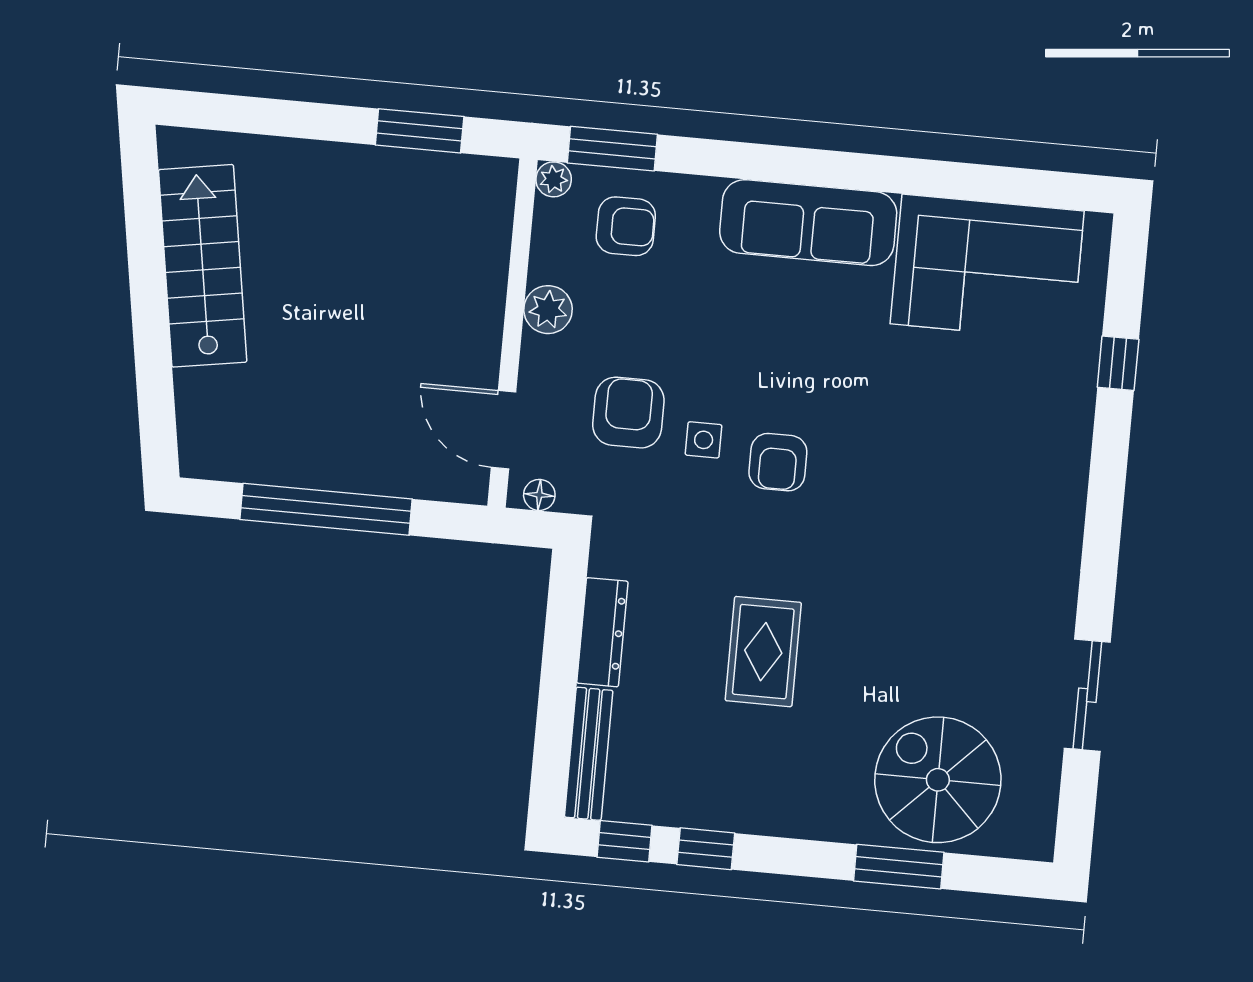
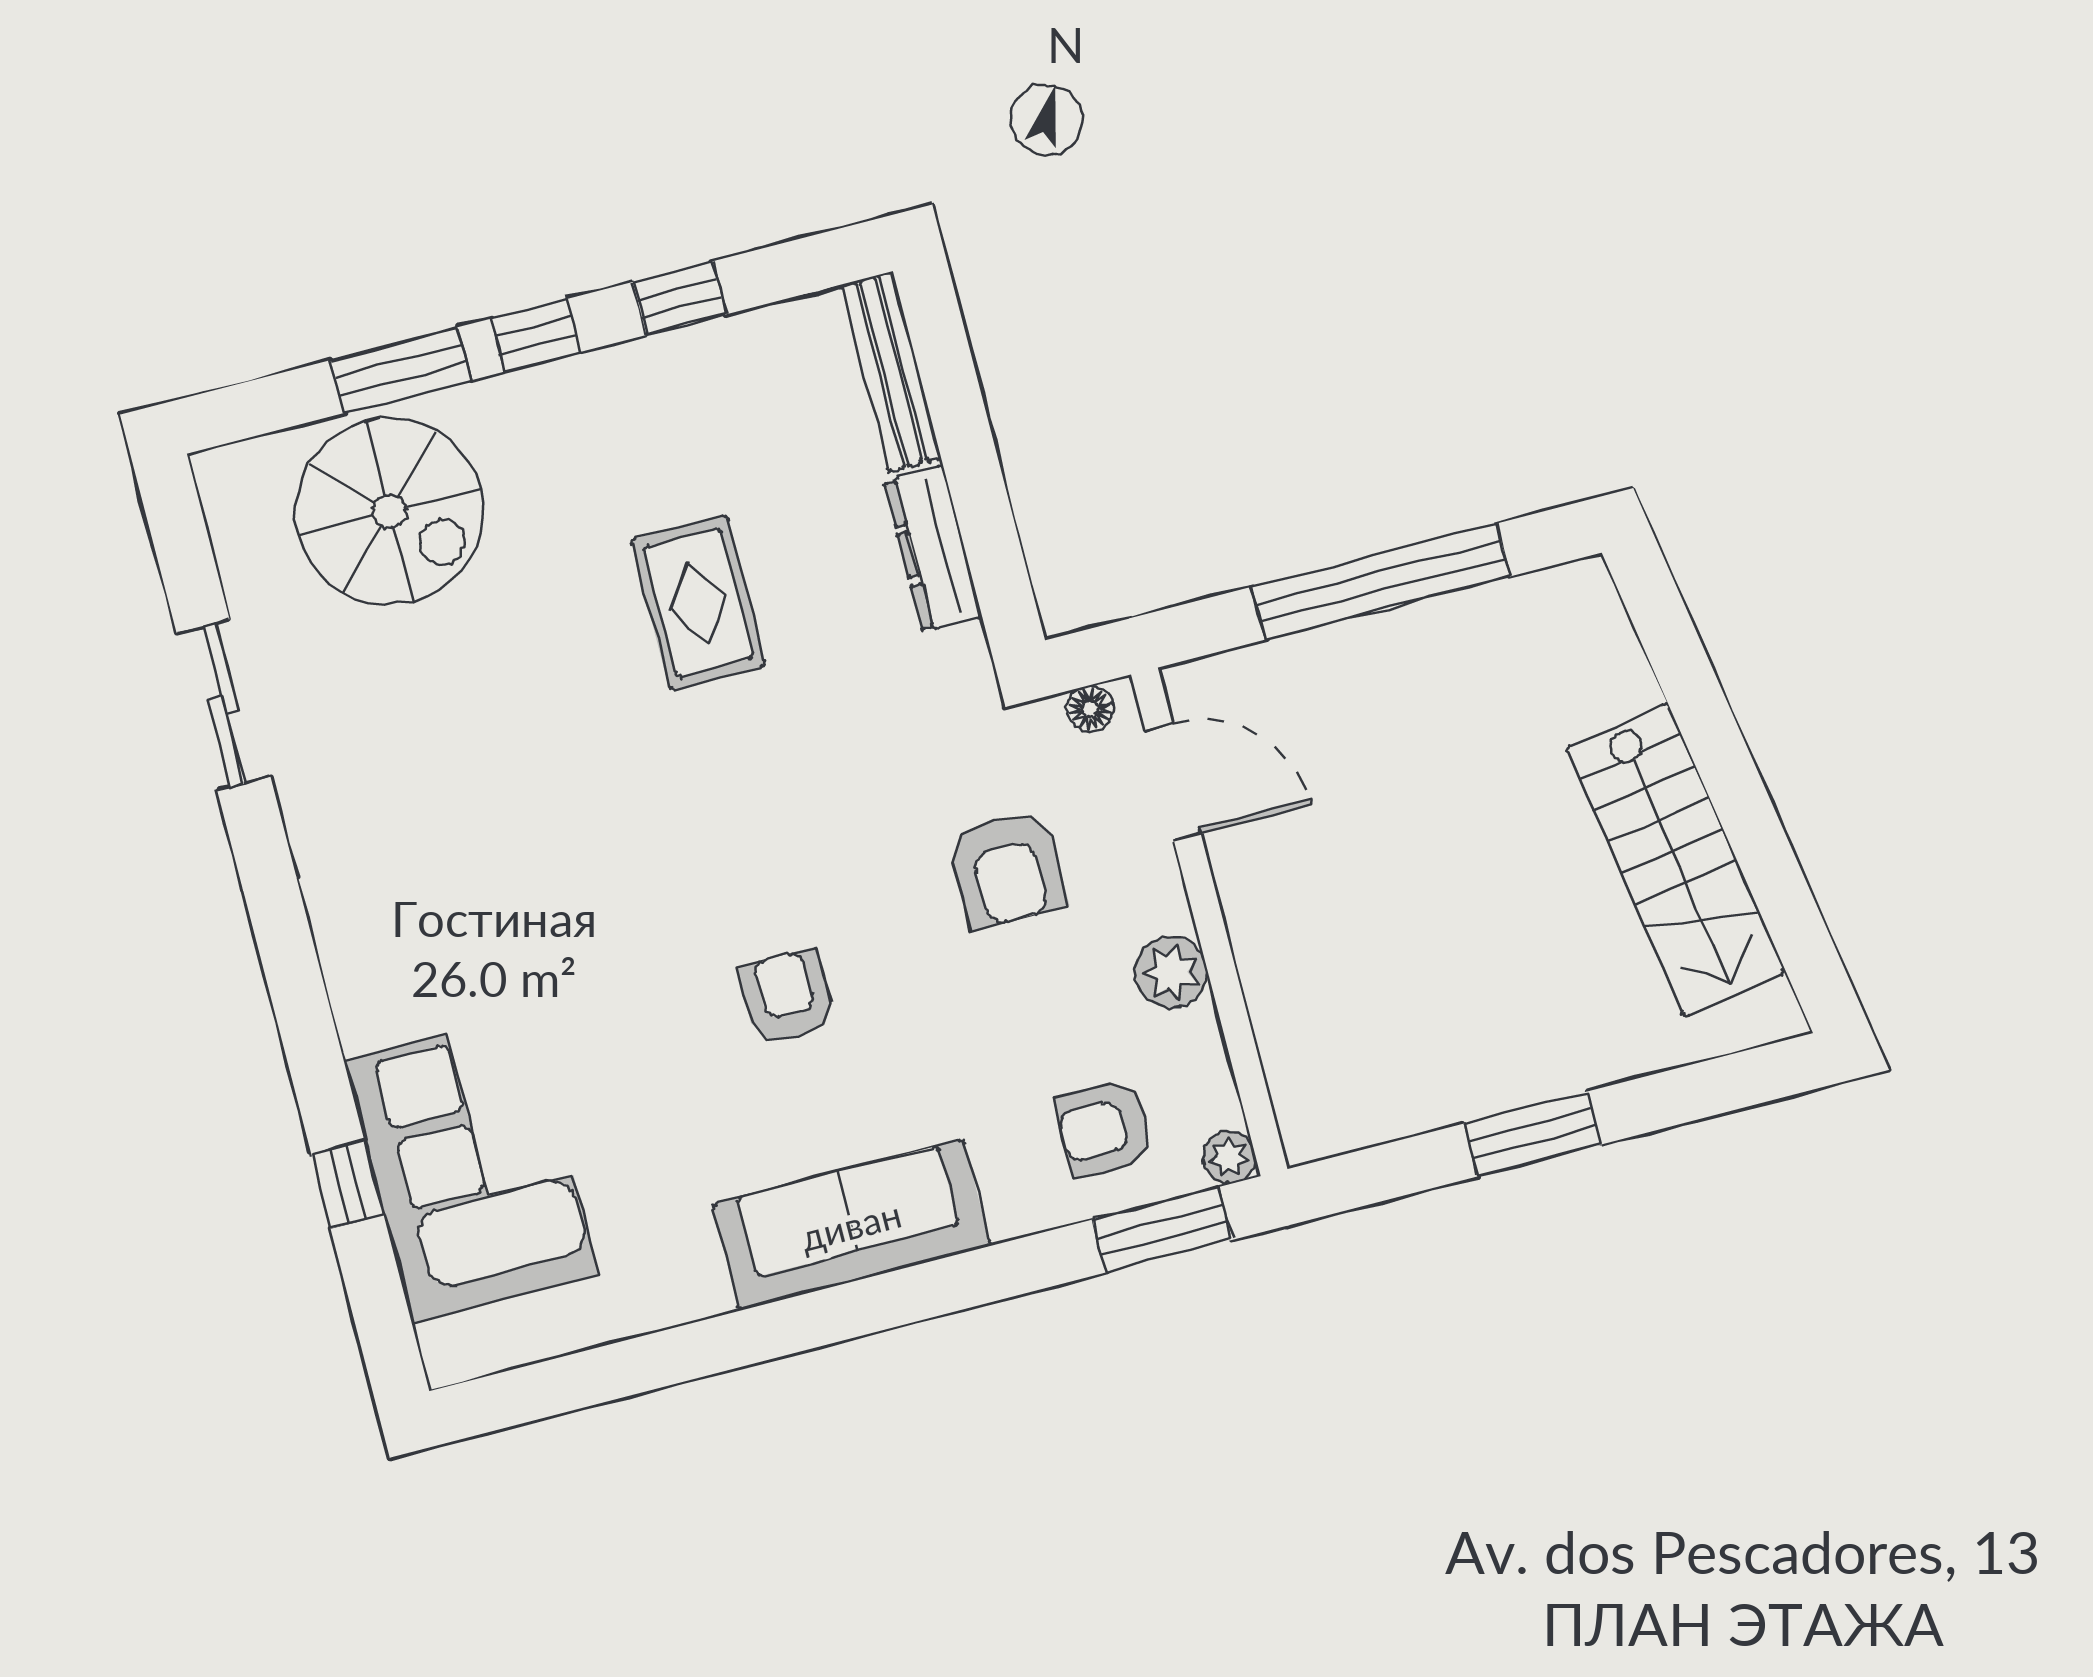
window: (420, 131) -> (1532, 1134), moved
corner sofa: (987, 267) -> (471, 1168), moved, turned 90
side table: (704, 440) -> (888, 869), removed
armchair: (778, 462) -> (787, 997), moved
window: (624, 841) -> (536, 335), moved

